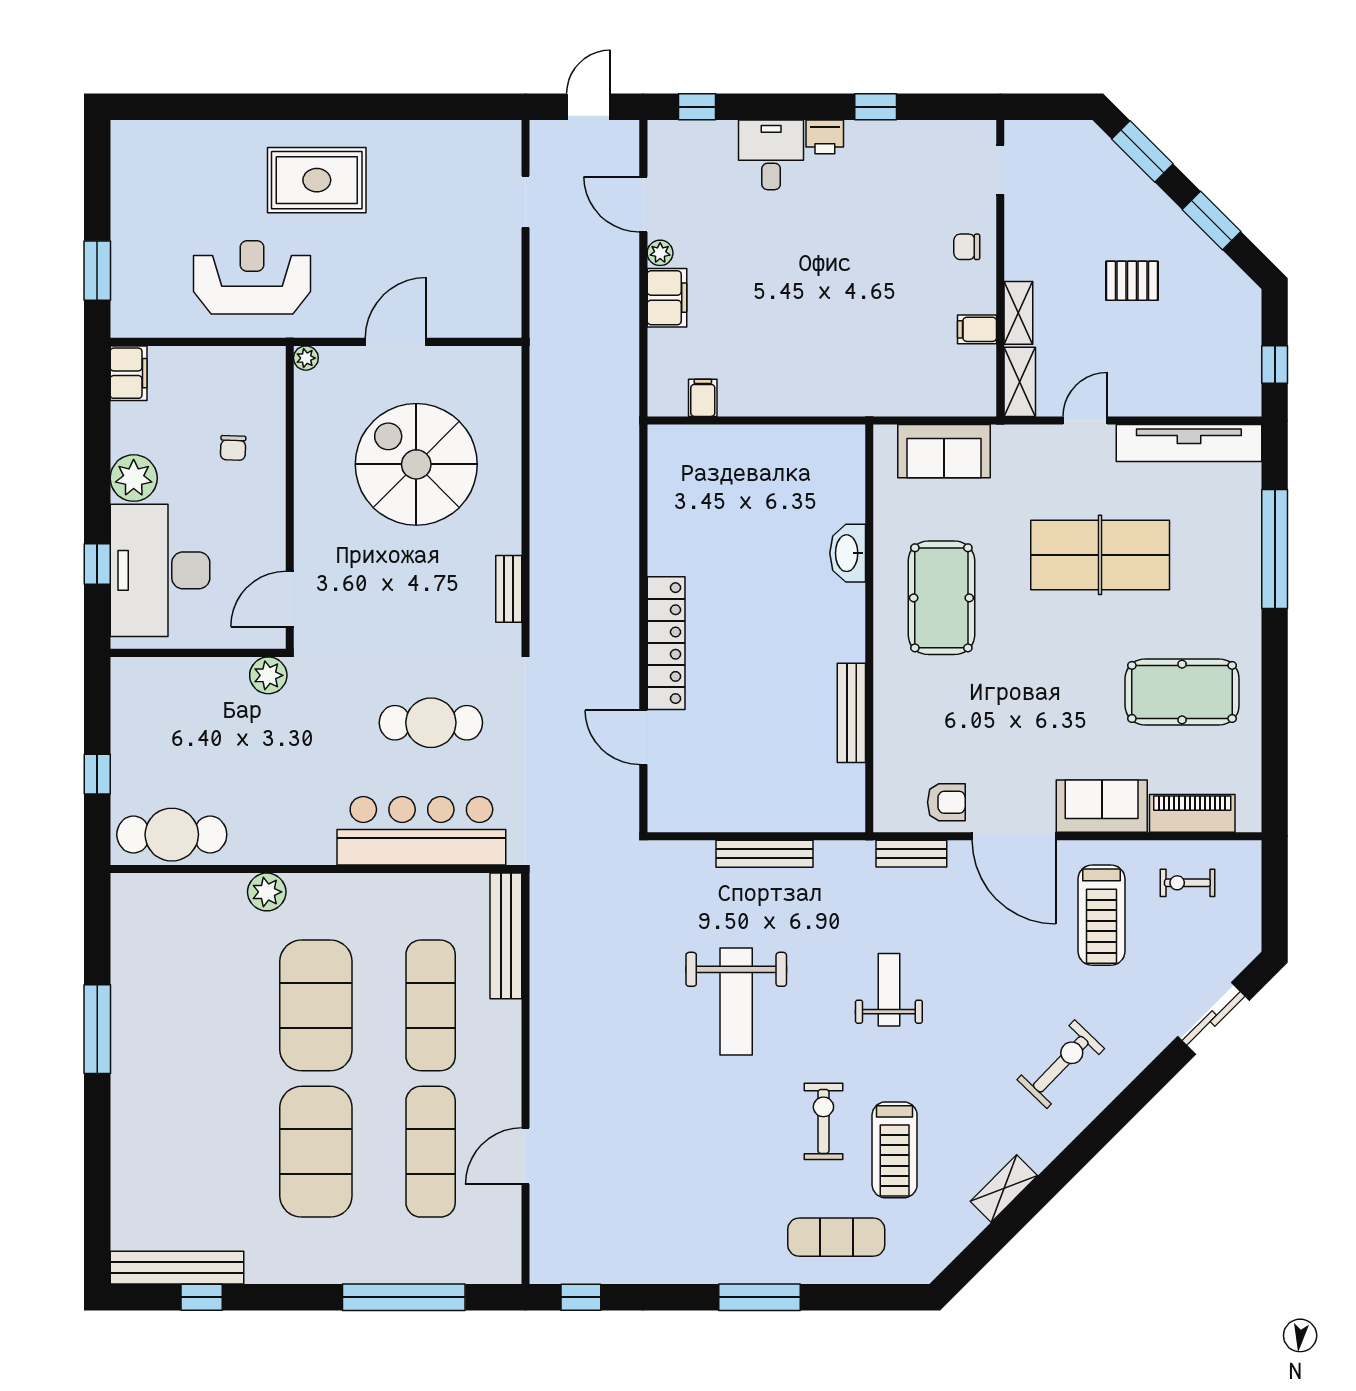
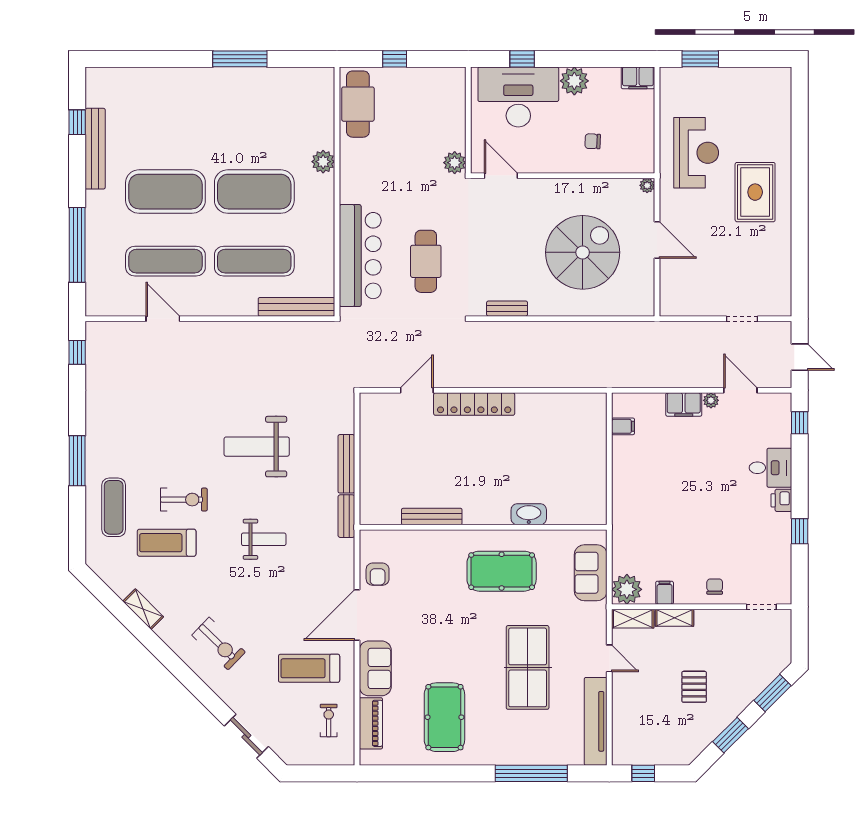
door: (643, 204) -> (740, 390), hinge flipped
plant: (971, 392) -> (627, 589), added
bench: (911, 854) -> (346, 516), moved
bench: (177, 1268) -> (95, 149), moved

